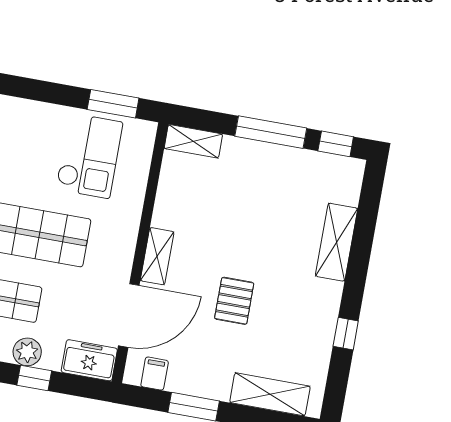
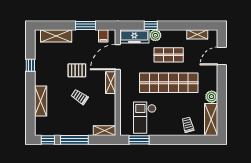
trolley: (239, 235) -> (80, 97), added
pallet: (234, 301) -> (77, 70), turned 90
freezer: (89, 360) -> (134, 36), width x1.40

